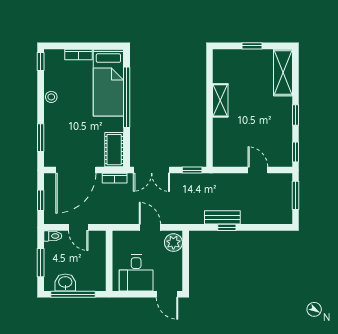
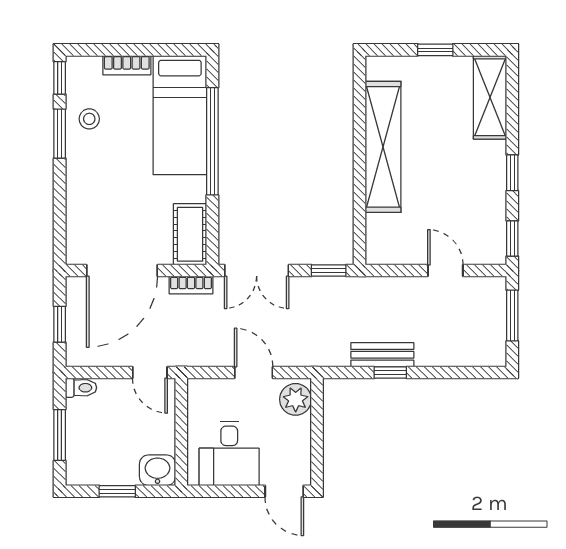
stool: (51, 97) -> (89, 119), moved
shelving: (220, 100) -> (383, 147), width x2.20, depth x1.33
window: (41, 138) -> (60, 134), moved
door: (78, 227) -> (150, 372), moved
washbasin: (65, 282) -> (158, 470), moved
window: (73, 294) -> (117, 491), width x0.46

